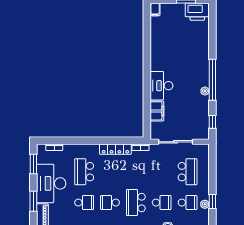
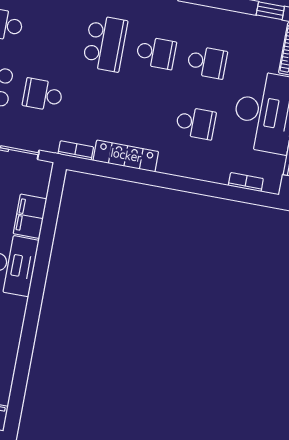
school desk: (84, 172) -> (196, 123), width x0.54
school desk: (84, 203) -> (207, 62), turned 180
school desk: (162, 203) -> (43, 95), moved

